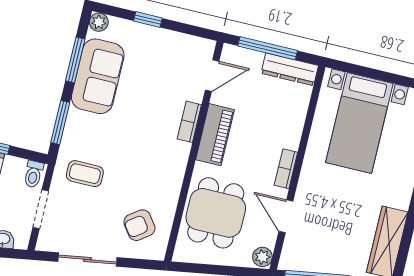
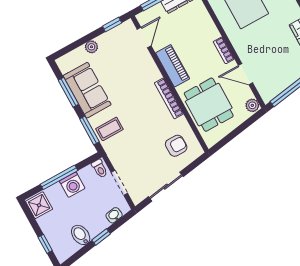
window: (148, 20) -> (112, 25), moved
plant: (99, 22) -> (91, 47), moved
bookcase: (189, 122) -> (169, 98), moved, width x1.56
coffee table: (85, 174) -> (109, 129), moved
armchair: (139, 225) -> (176, 146), turned -144

